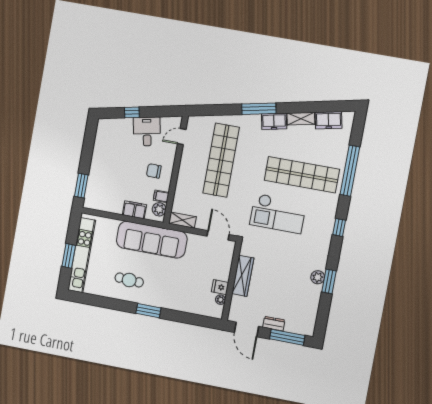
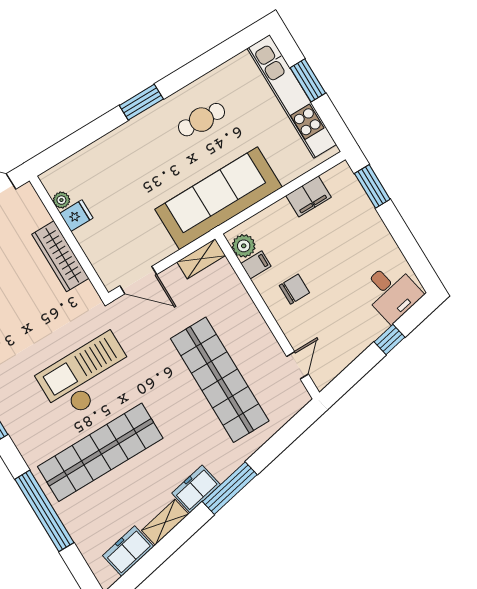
desk: (147, 131) -> (391, 292), moved
filing cabinet: (134, 210) -> (309, 196), moved

